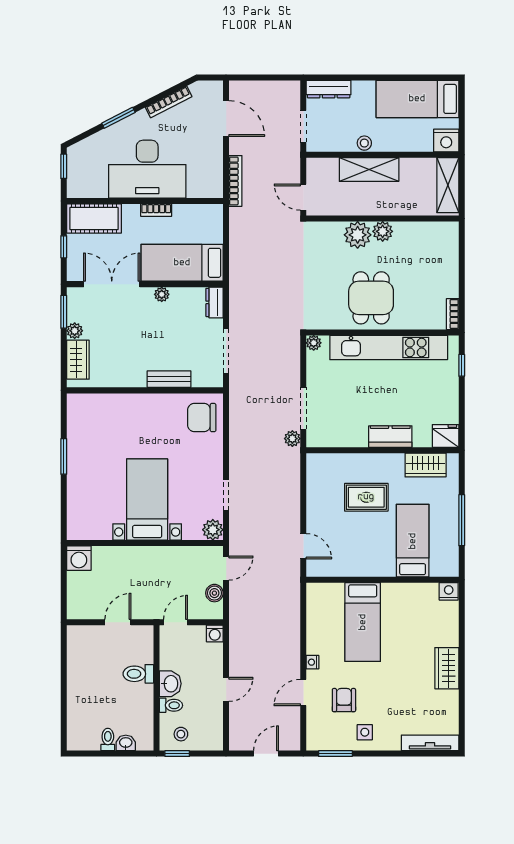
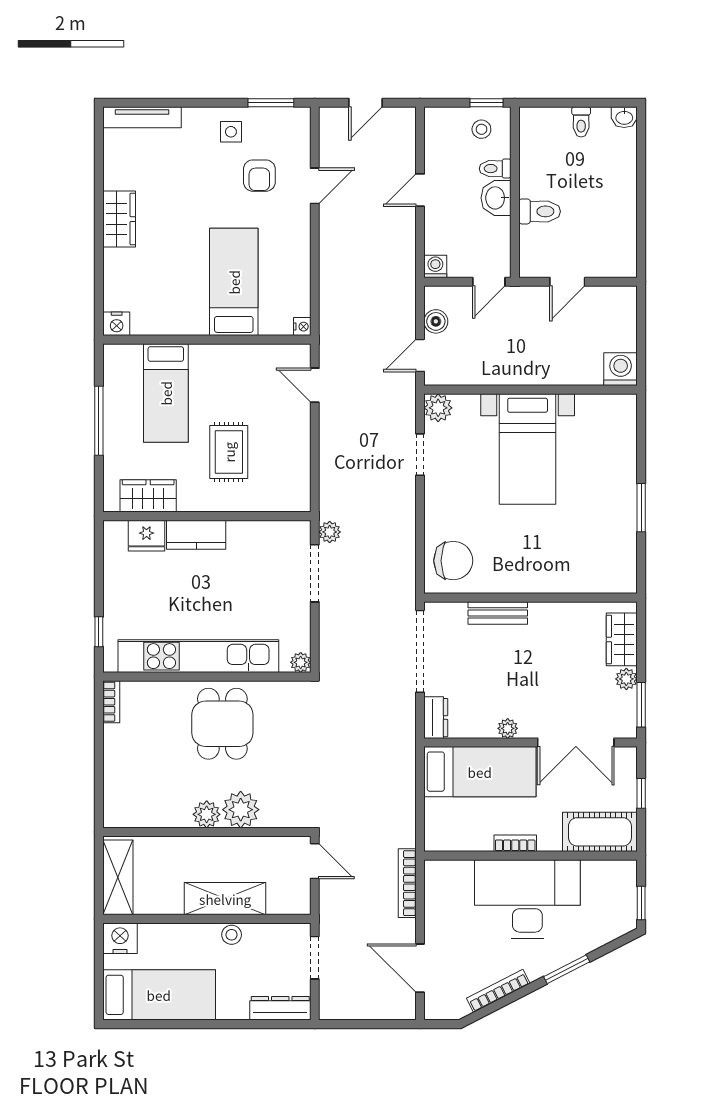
doorway: (226, 351) -> (420, 651), width x1.36
fridge: (446, 436) -> (146, 536), moved
rug: (366, 497) -> (229, 452), turned 90
nightstand: (313, 662) -> (302, 327), moved
washbasin: (126, 743) -> (624, 117), moved

